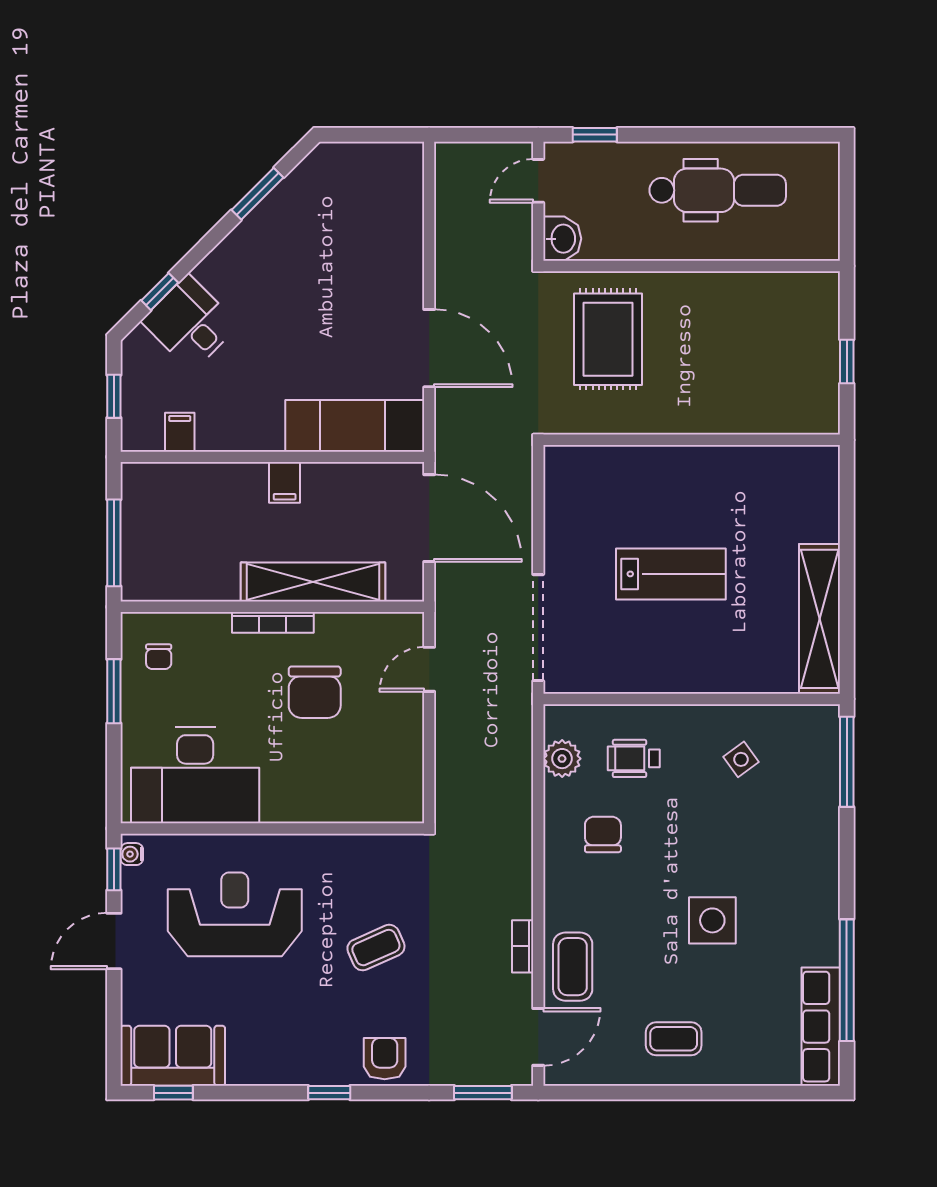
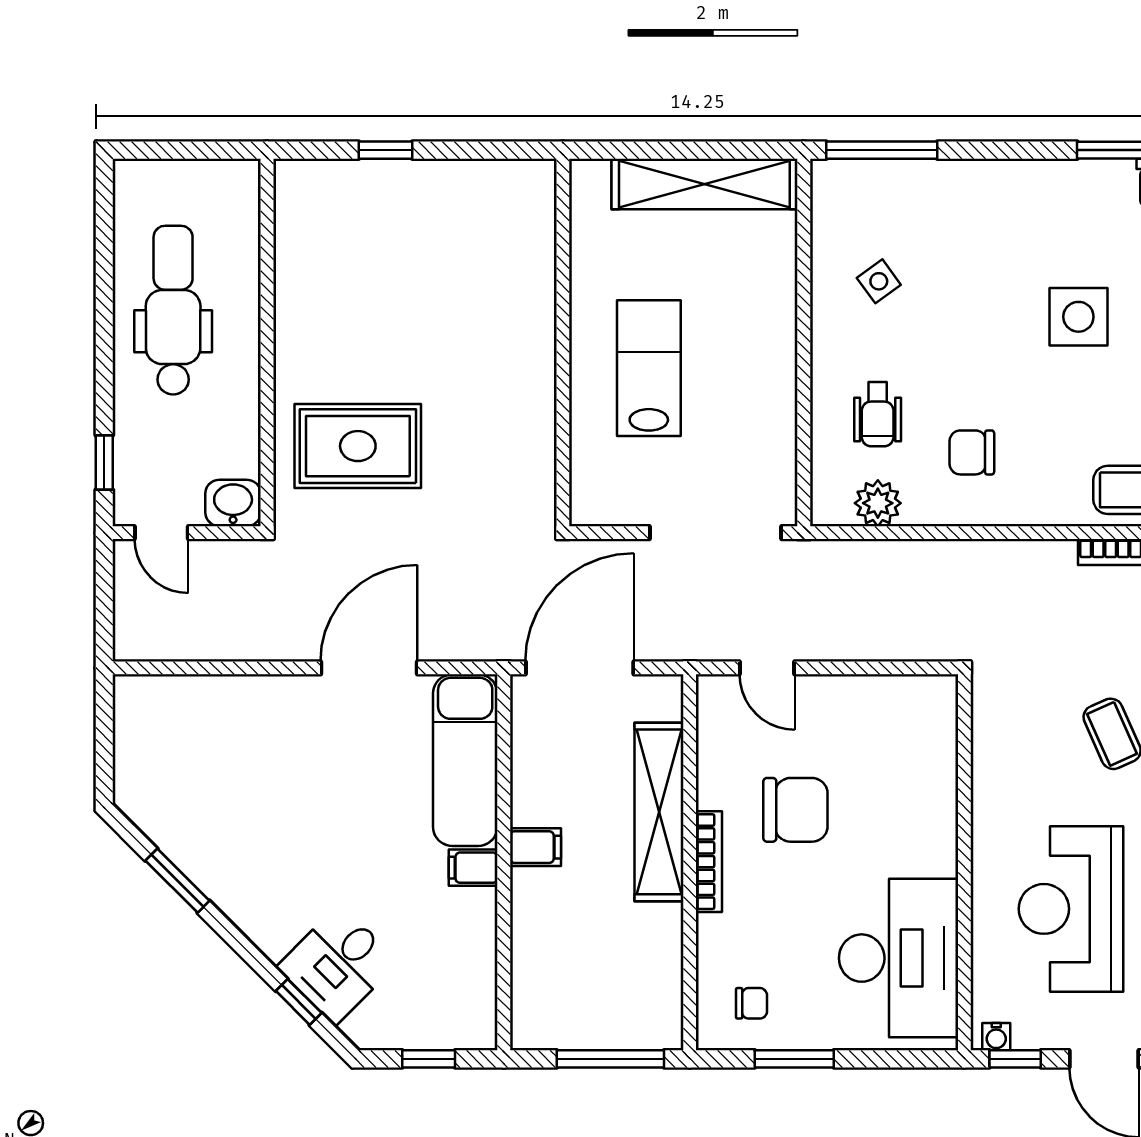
filing cabinet: (180, 432) -> (473, 868), moved
wall: (692, 440) -> (563, 342), moved

